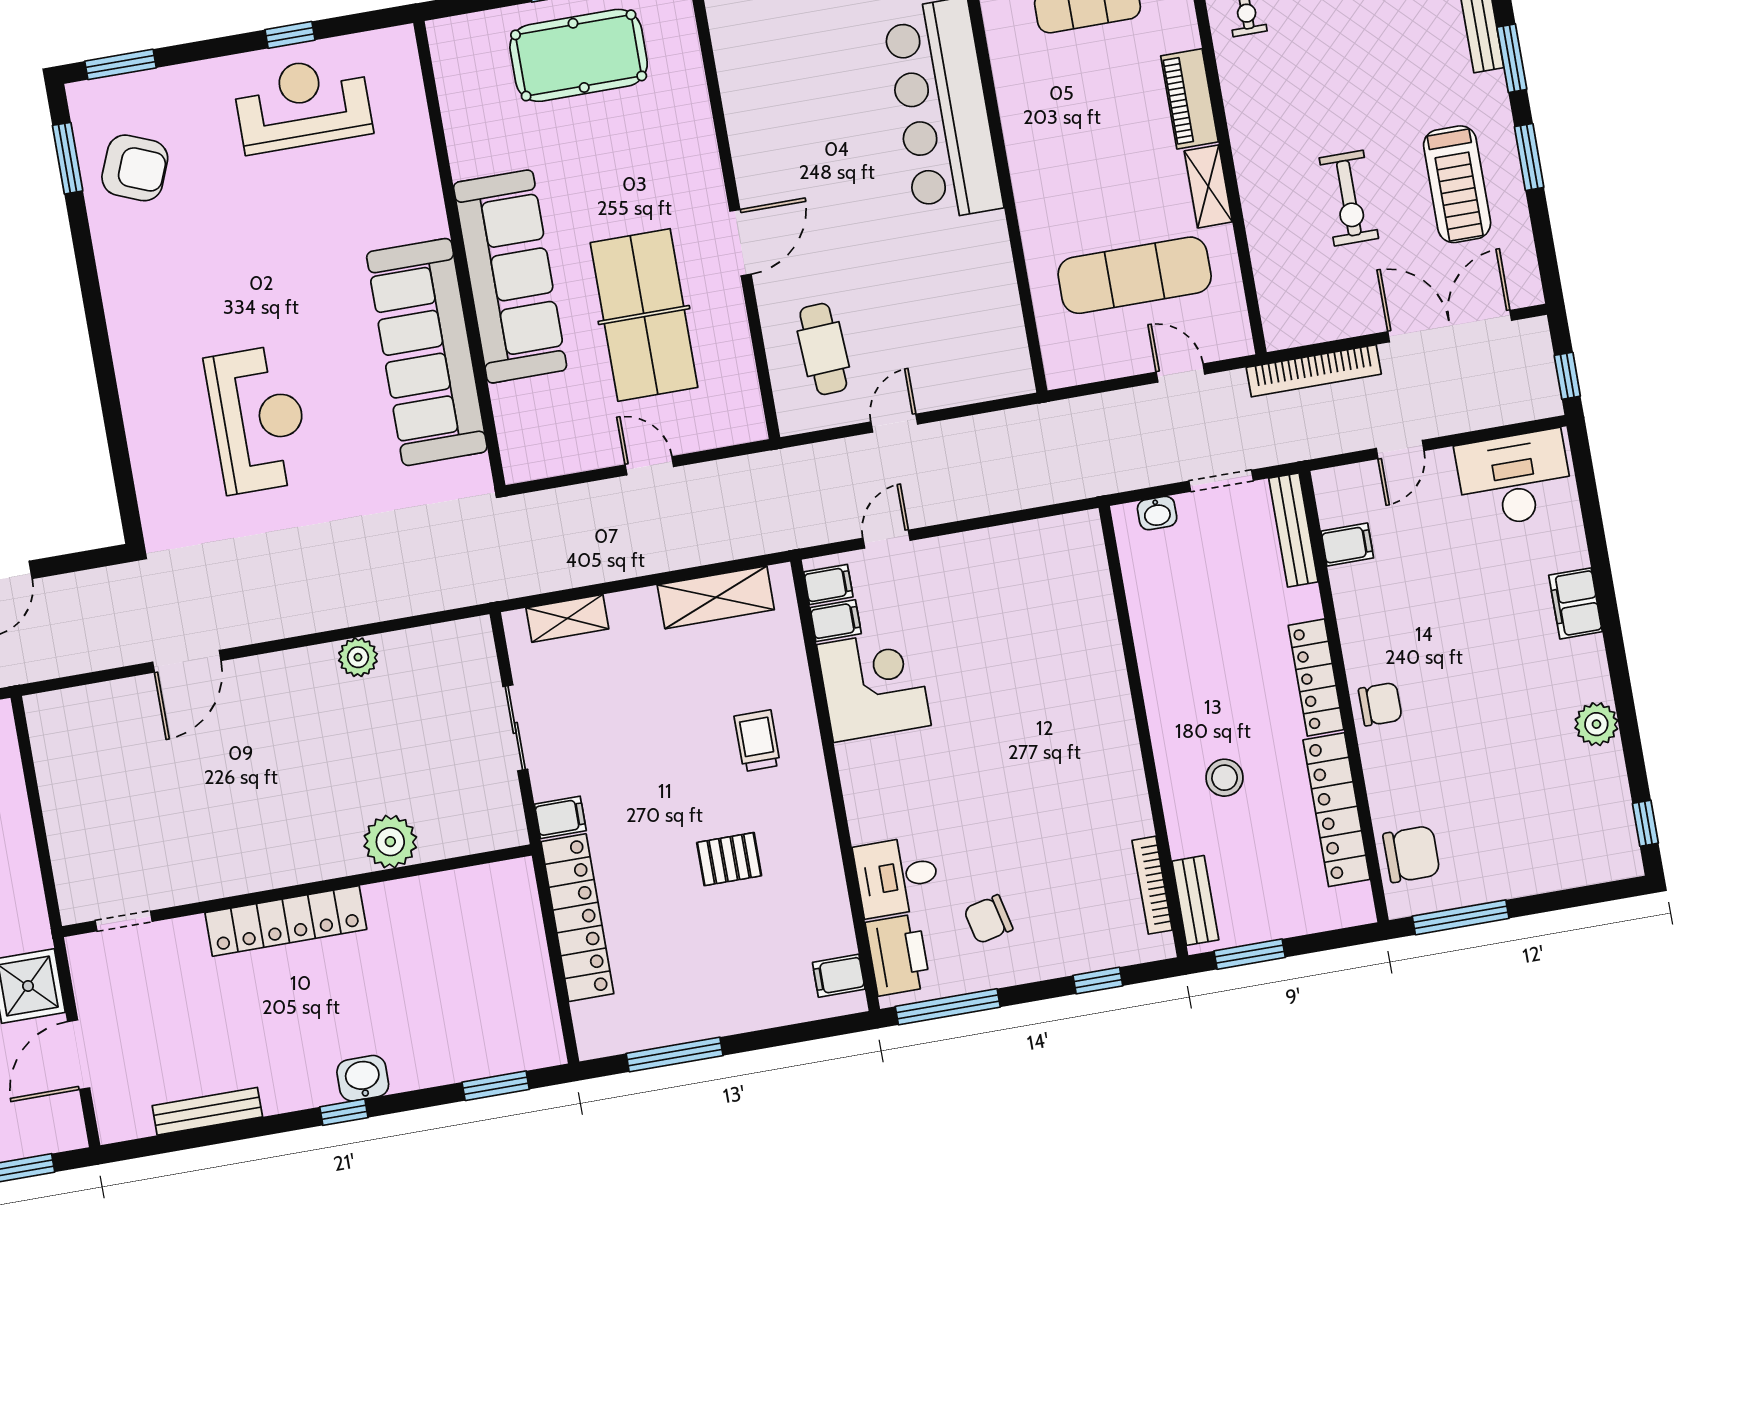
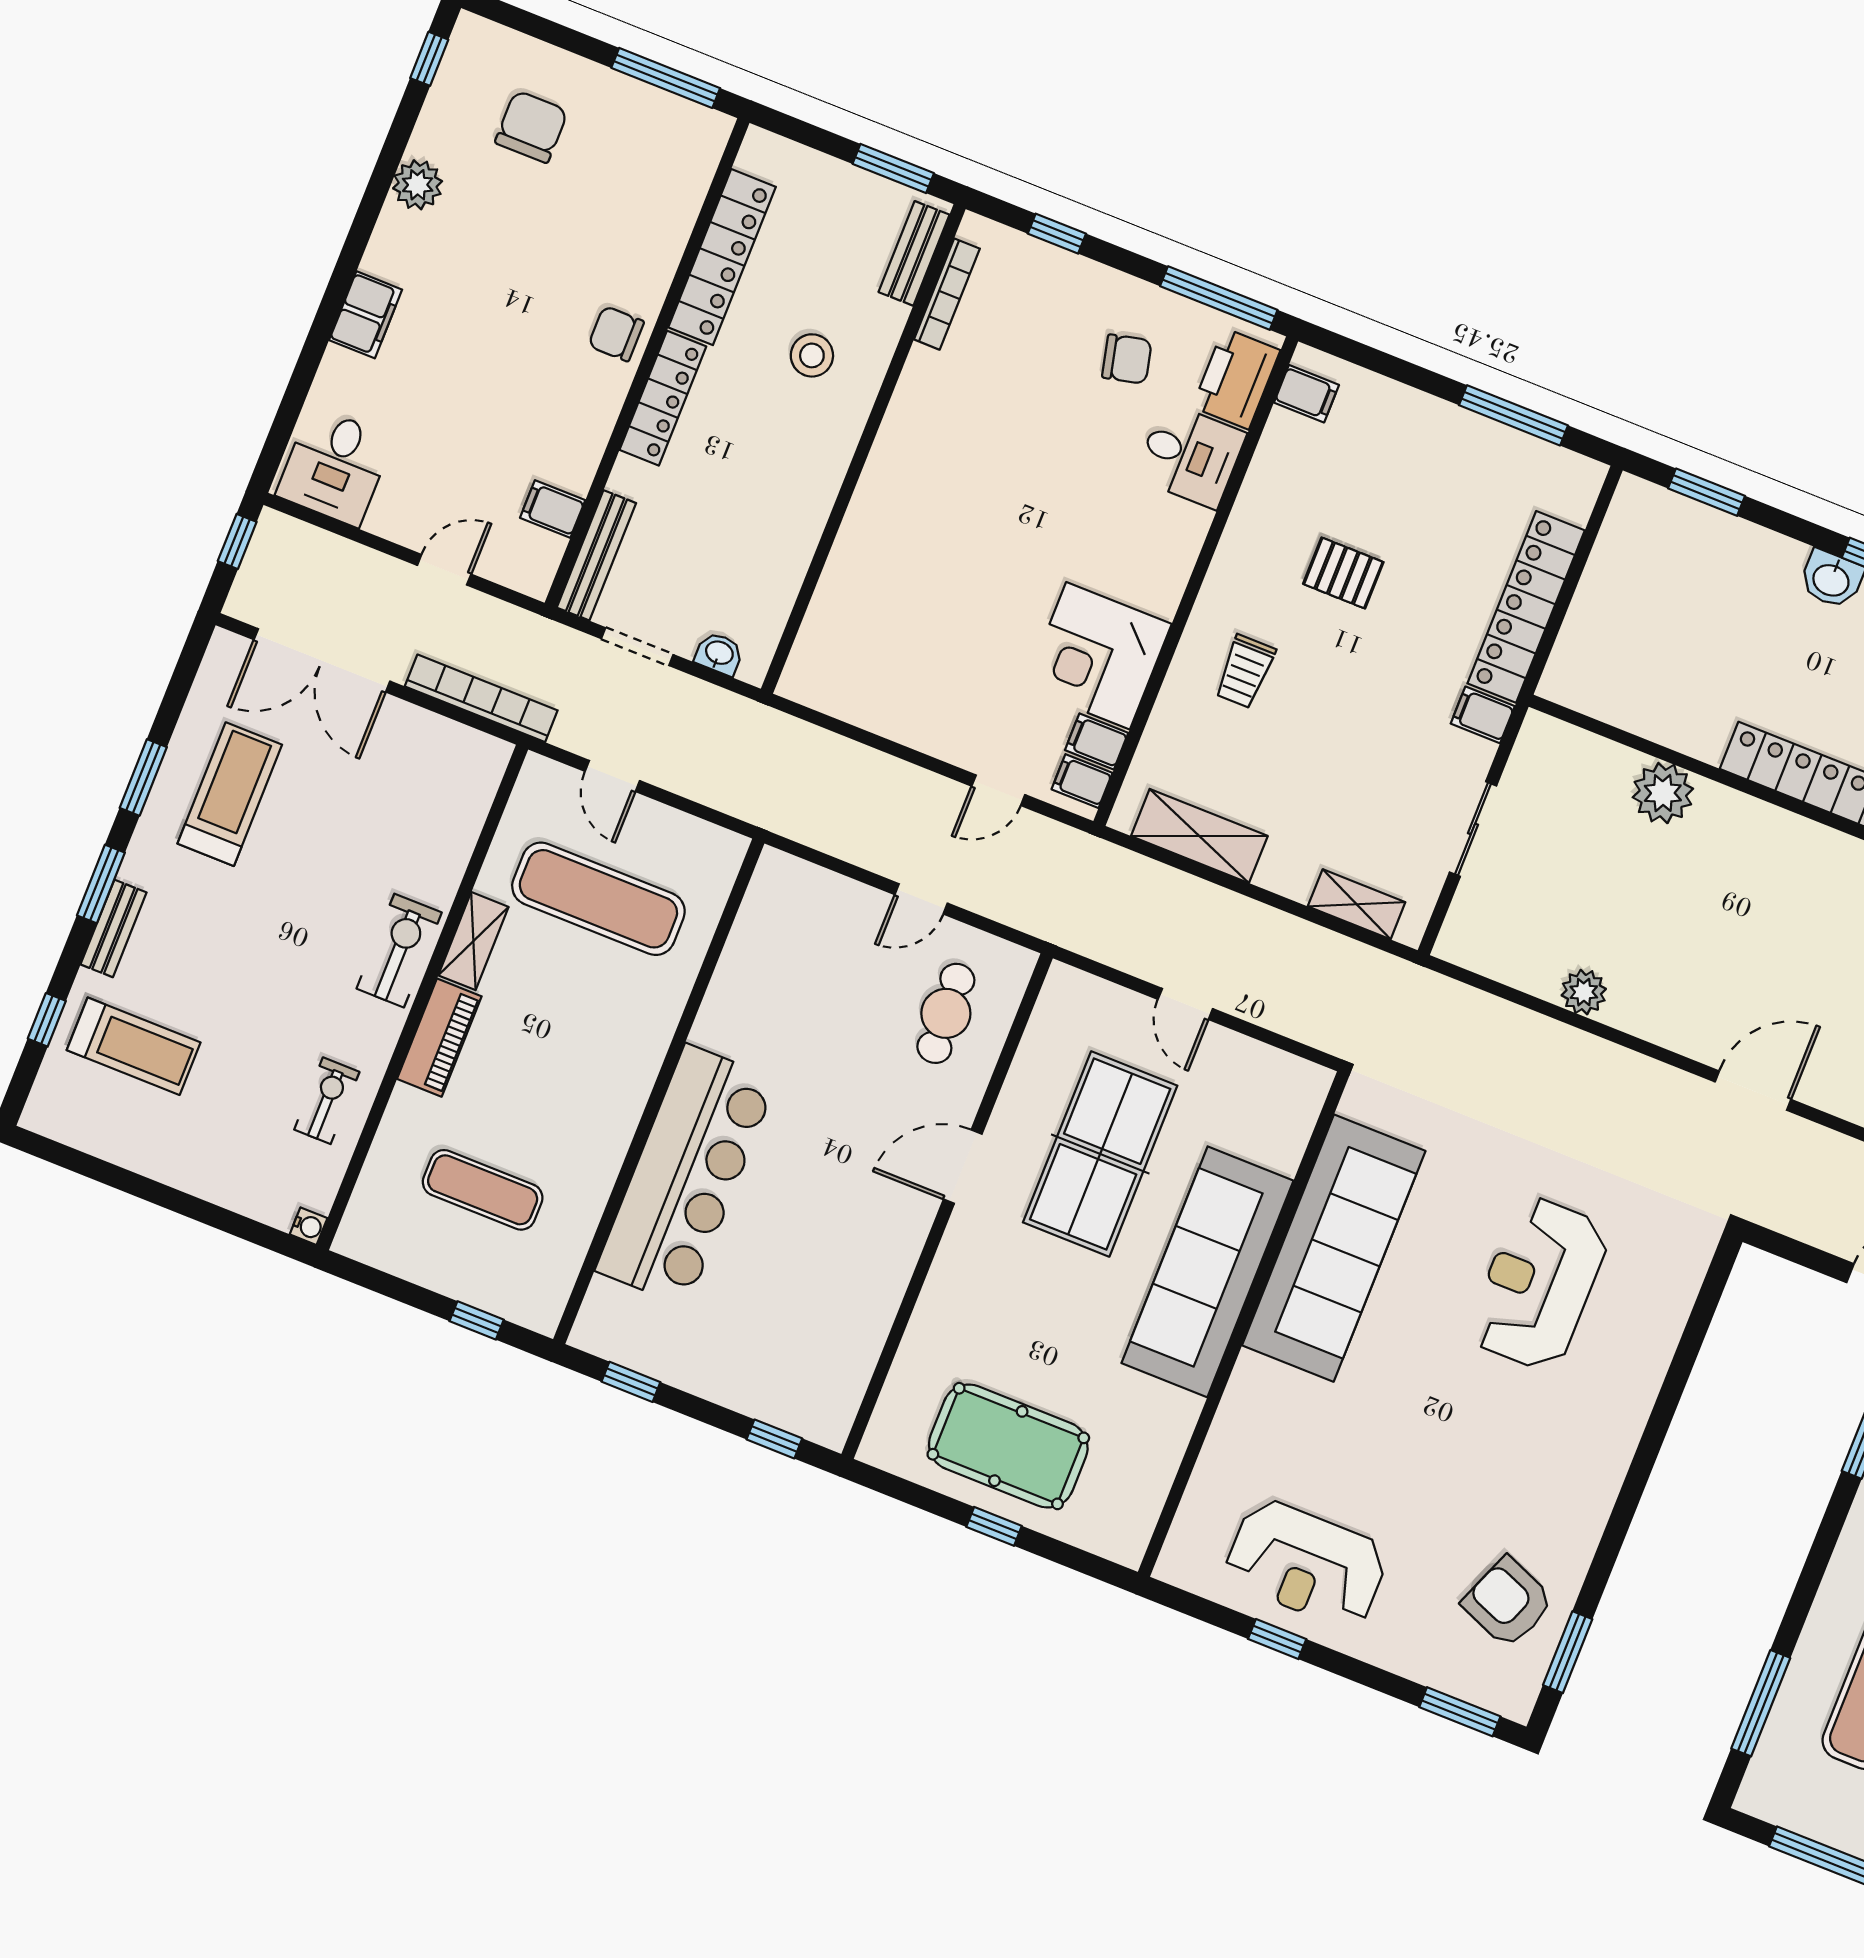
exercise bike: (1349, 198) -> (399, 951), moved
desk: (1514, 479) -> (335, 467), width x0.73
chair: (1411, 854) -> (531, 127), moved, turned 90

